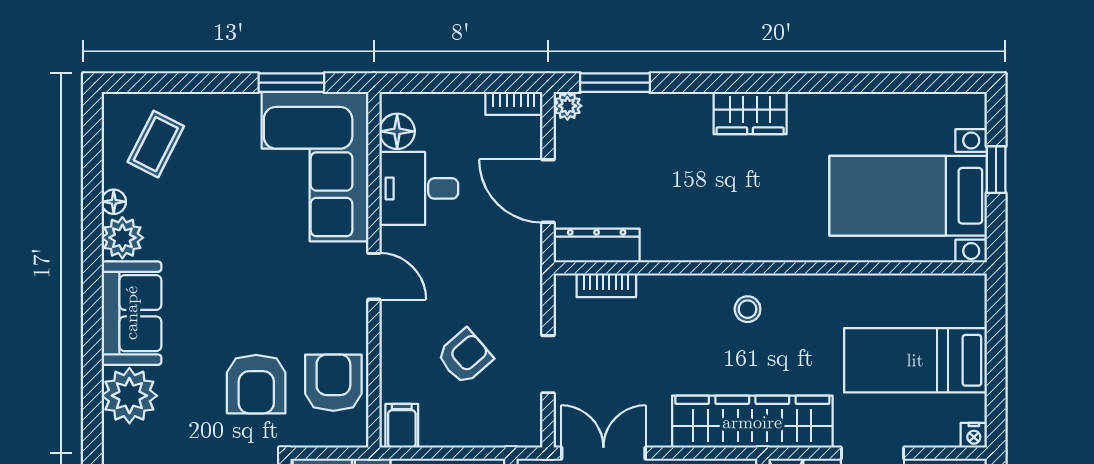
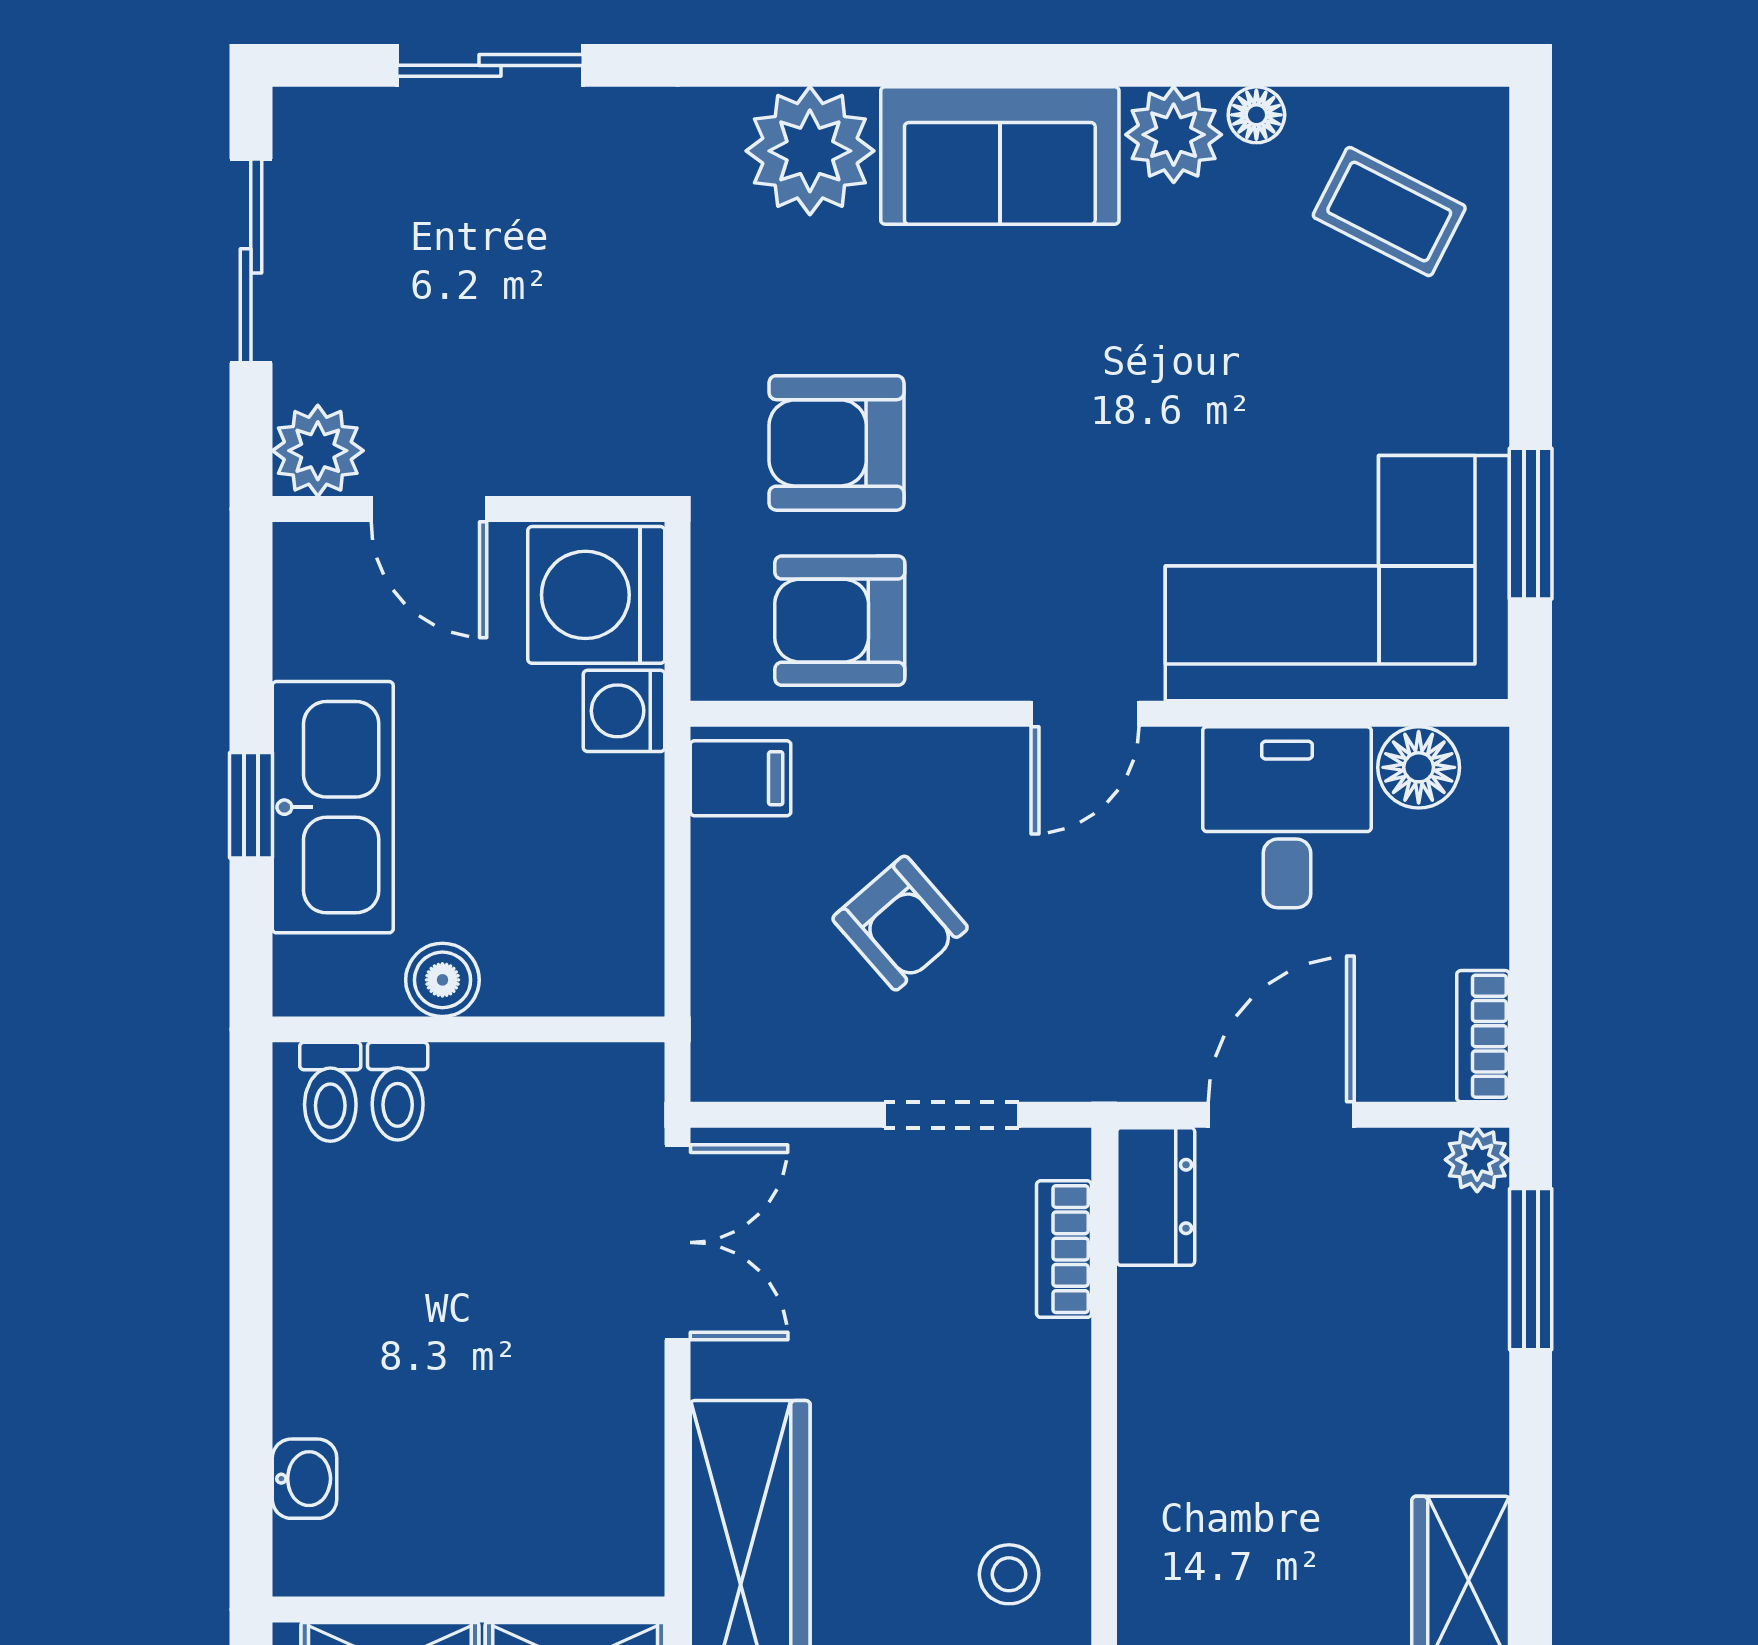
dresser: (597, 245) -> (1156, 1197), width x0.70
doorway: (548, 364) -> (952, 1115), moved
armchair: (333, 383) -> (840, 621), turned 180

